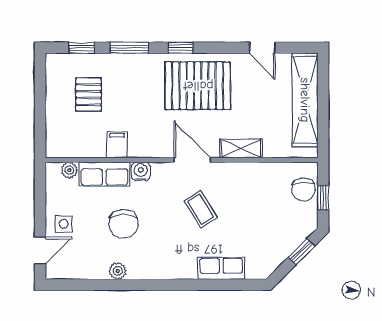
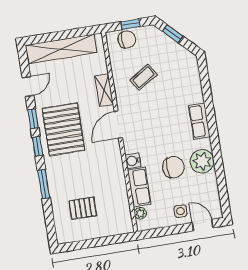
window: (82, 48) -> (33, 119), moved
filing cabinet: (117, 145) -> (116, 181), removed
coffee table: (201, 209) -> (144, 77), moved
row of seats: (221, 268) -> (199, 121), moved
plant: (118, 271) -> (202, 161), width x1.88, depth x1.88

